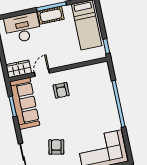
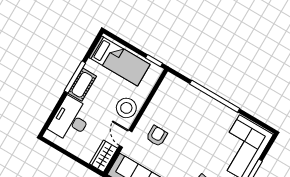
stool: (61, 56) -> (126, 108), added
armchair: (61, 90) -> (157, 136), turned -90

